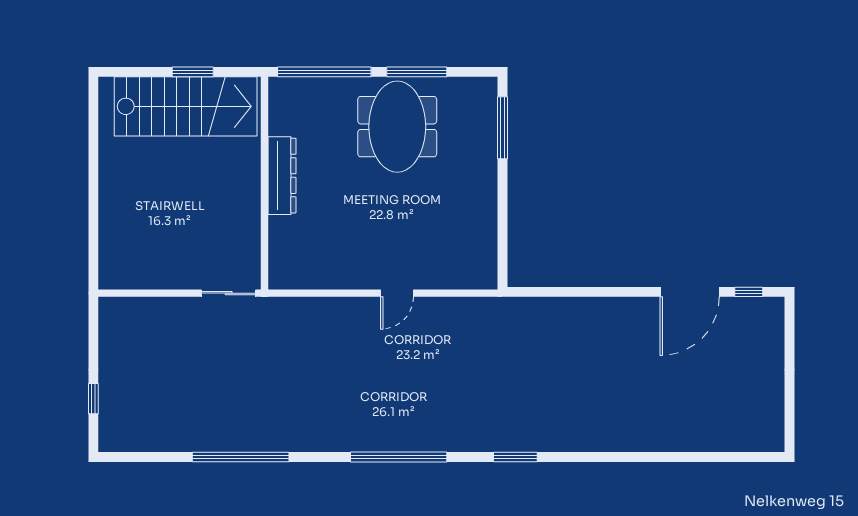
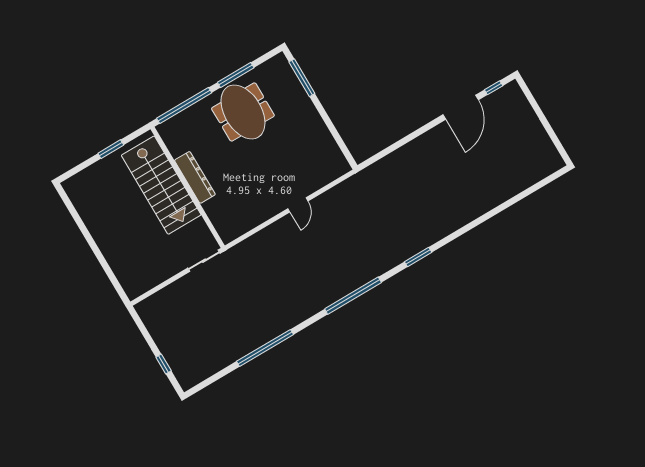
stairs: (186, 106) -> (161, 185), moved, turned 90

